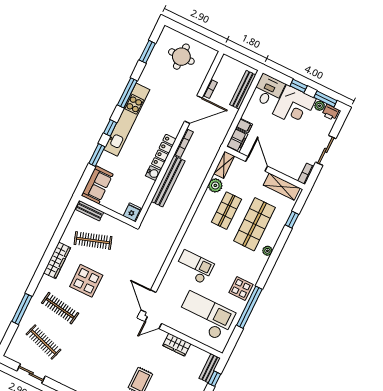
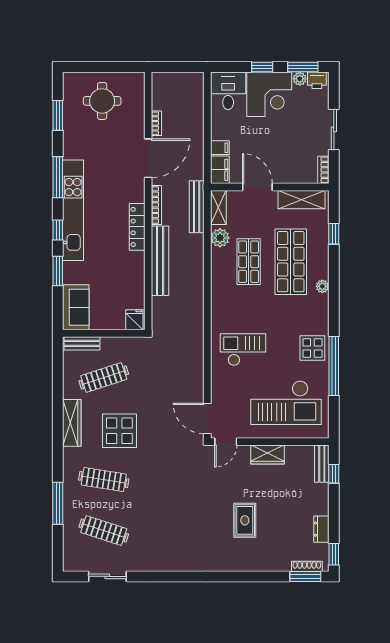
bench: (243, 90) -> (197, 207), moved
water cooler: (153, 173) -> (137, 260), removed
checkout: (206, 316) -> (286, 403), turned 180

